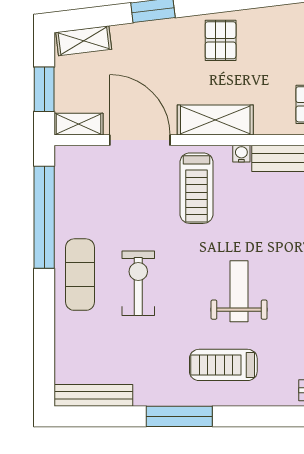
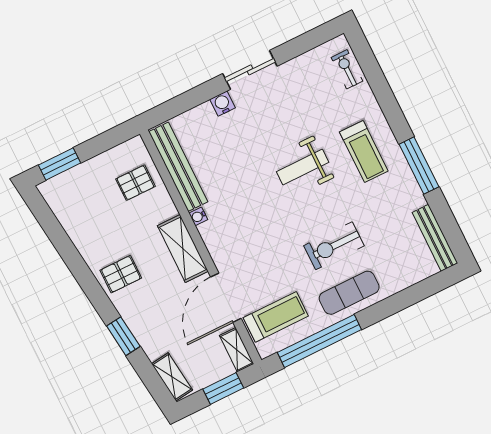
treadmill: (197, 188) -> (276, 317), moved

